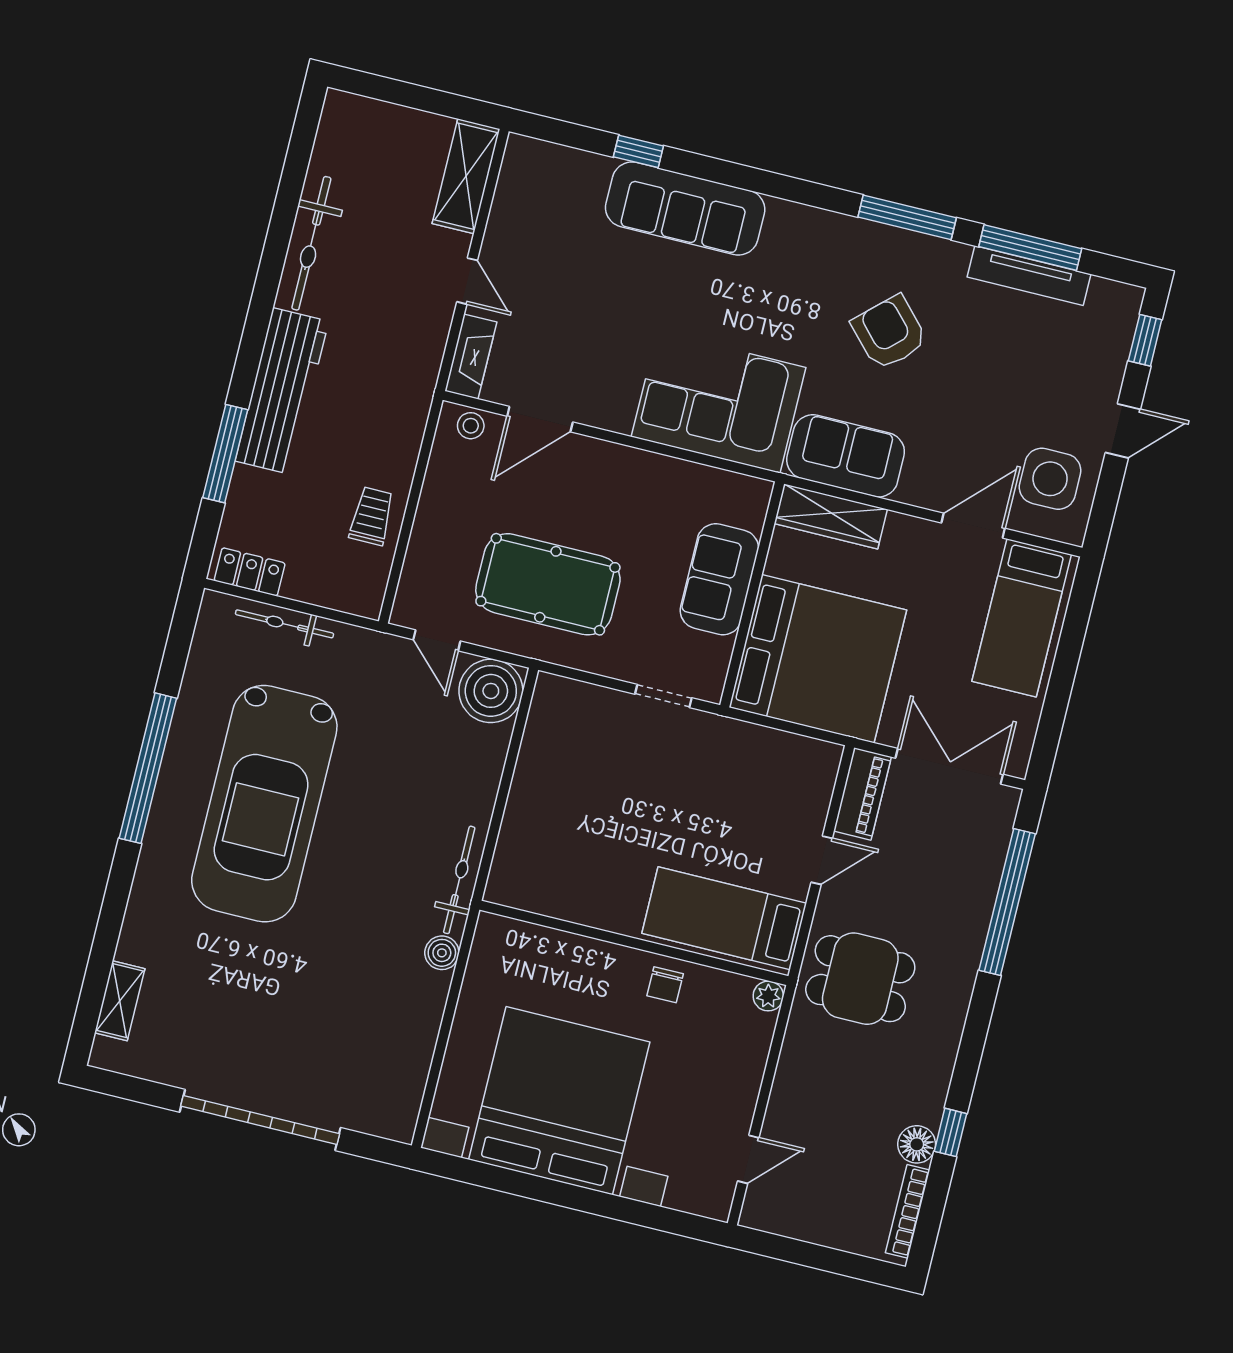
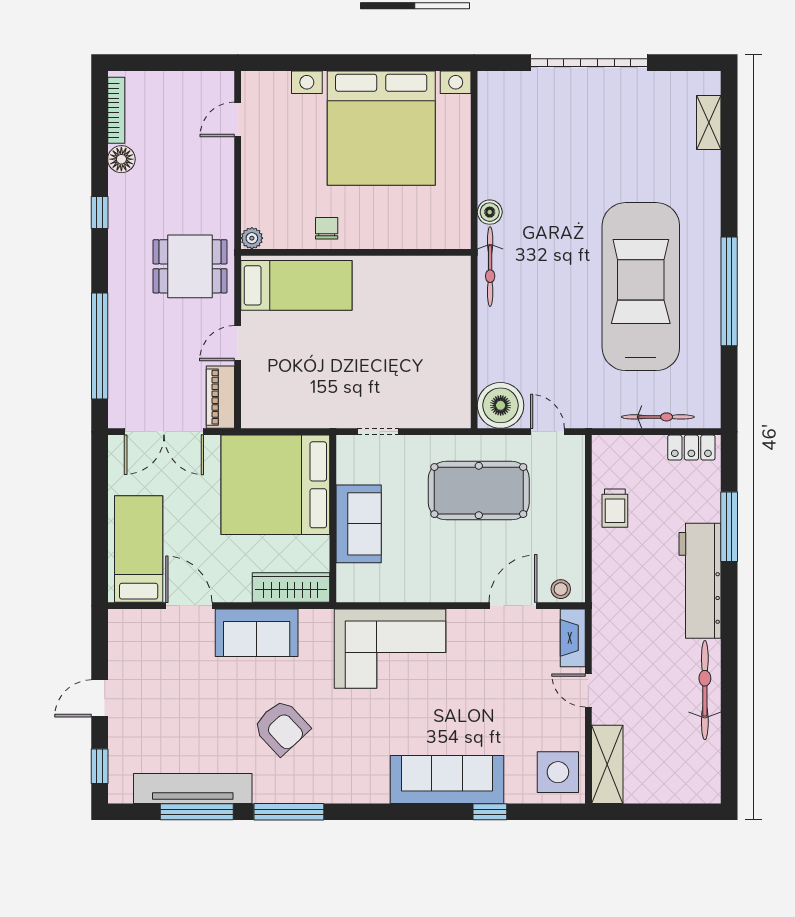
tv unit: (1029, 276) -> (193, 788), width x1.36, depth x1.29
sofa: (846, 456) -> (257, 633), moved
side table: (1050, 479) -> (558, 772), moved
door: (973, 526) -> (189, 606), swing flipped
window: (951, 1132) -> (100, 212), moved

